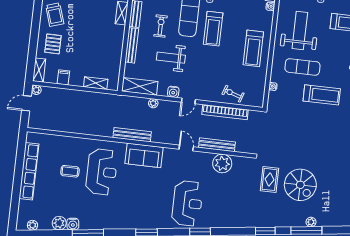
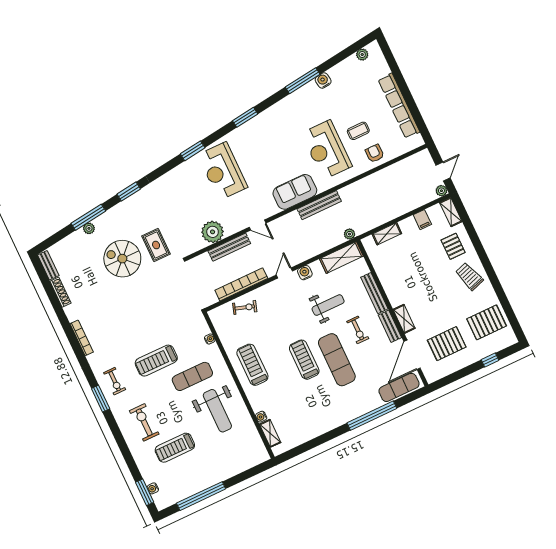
plant: (153, 103) -> (350, 234), moved
armchair: (68, 147) -> (375, 153), added
plant: (59, 223) -> (337, 73), removed

